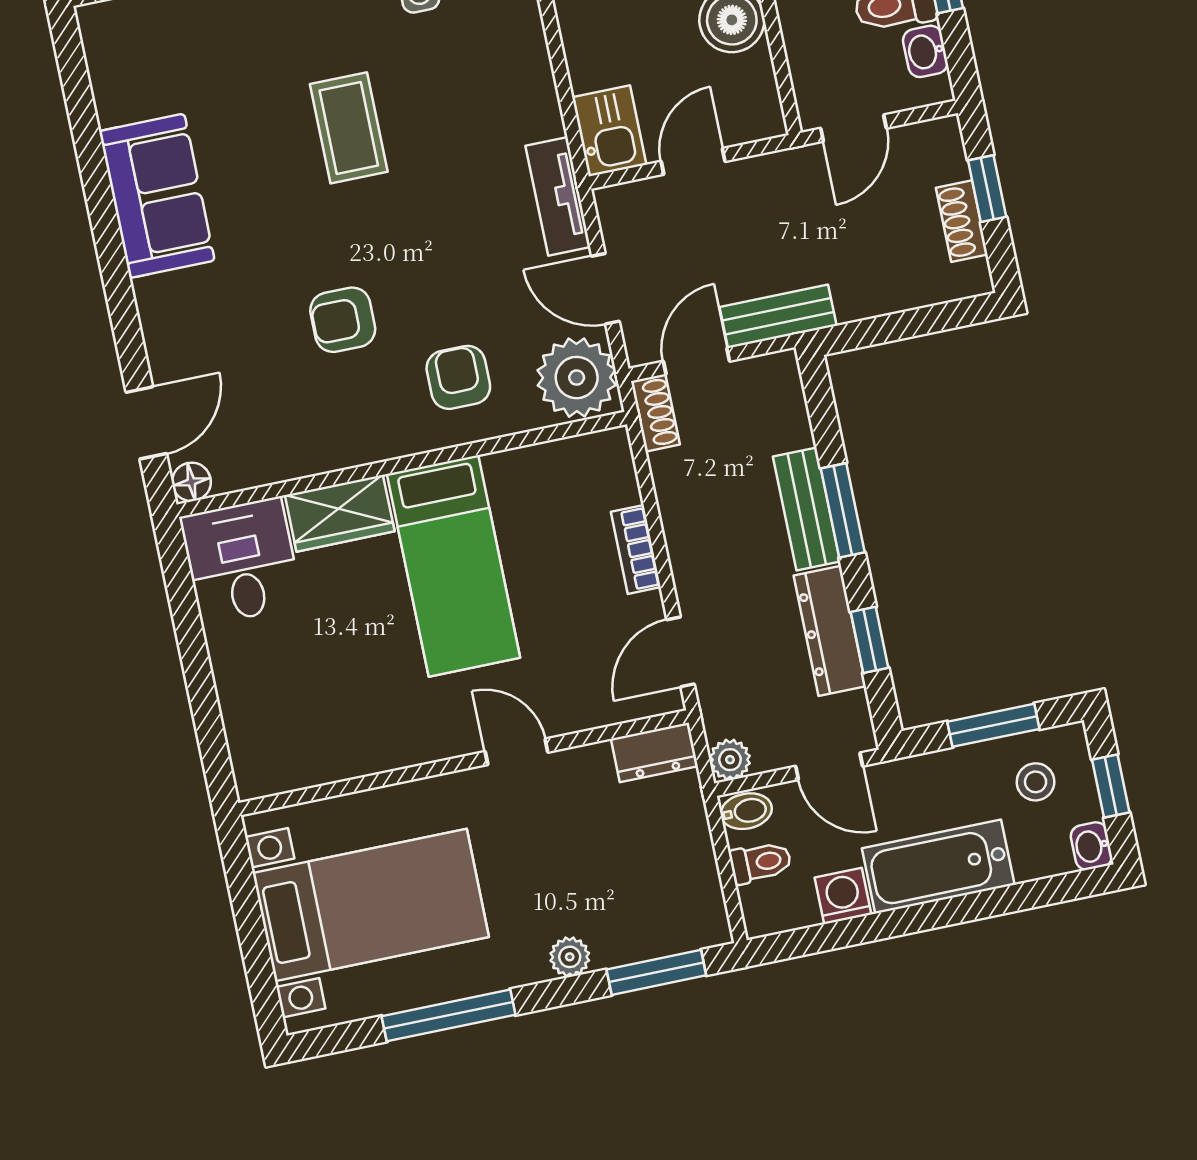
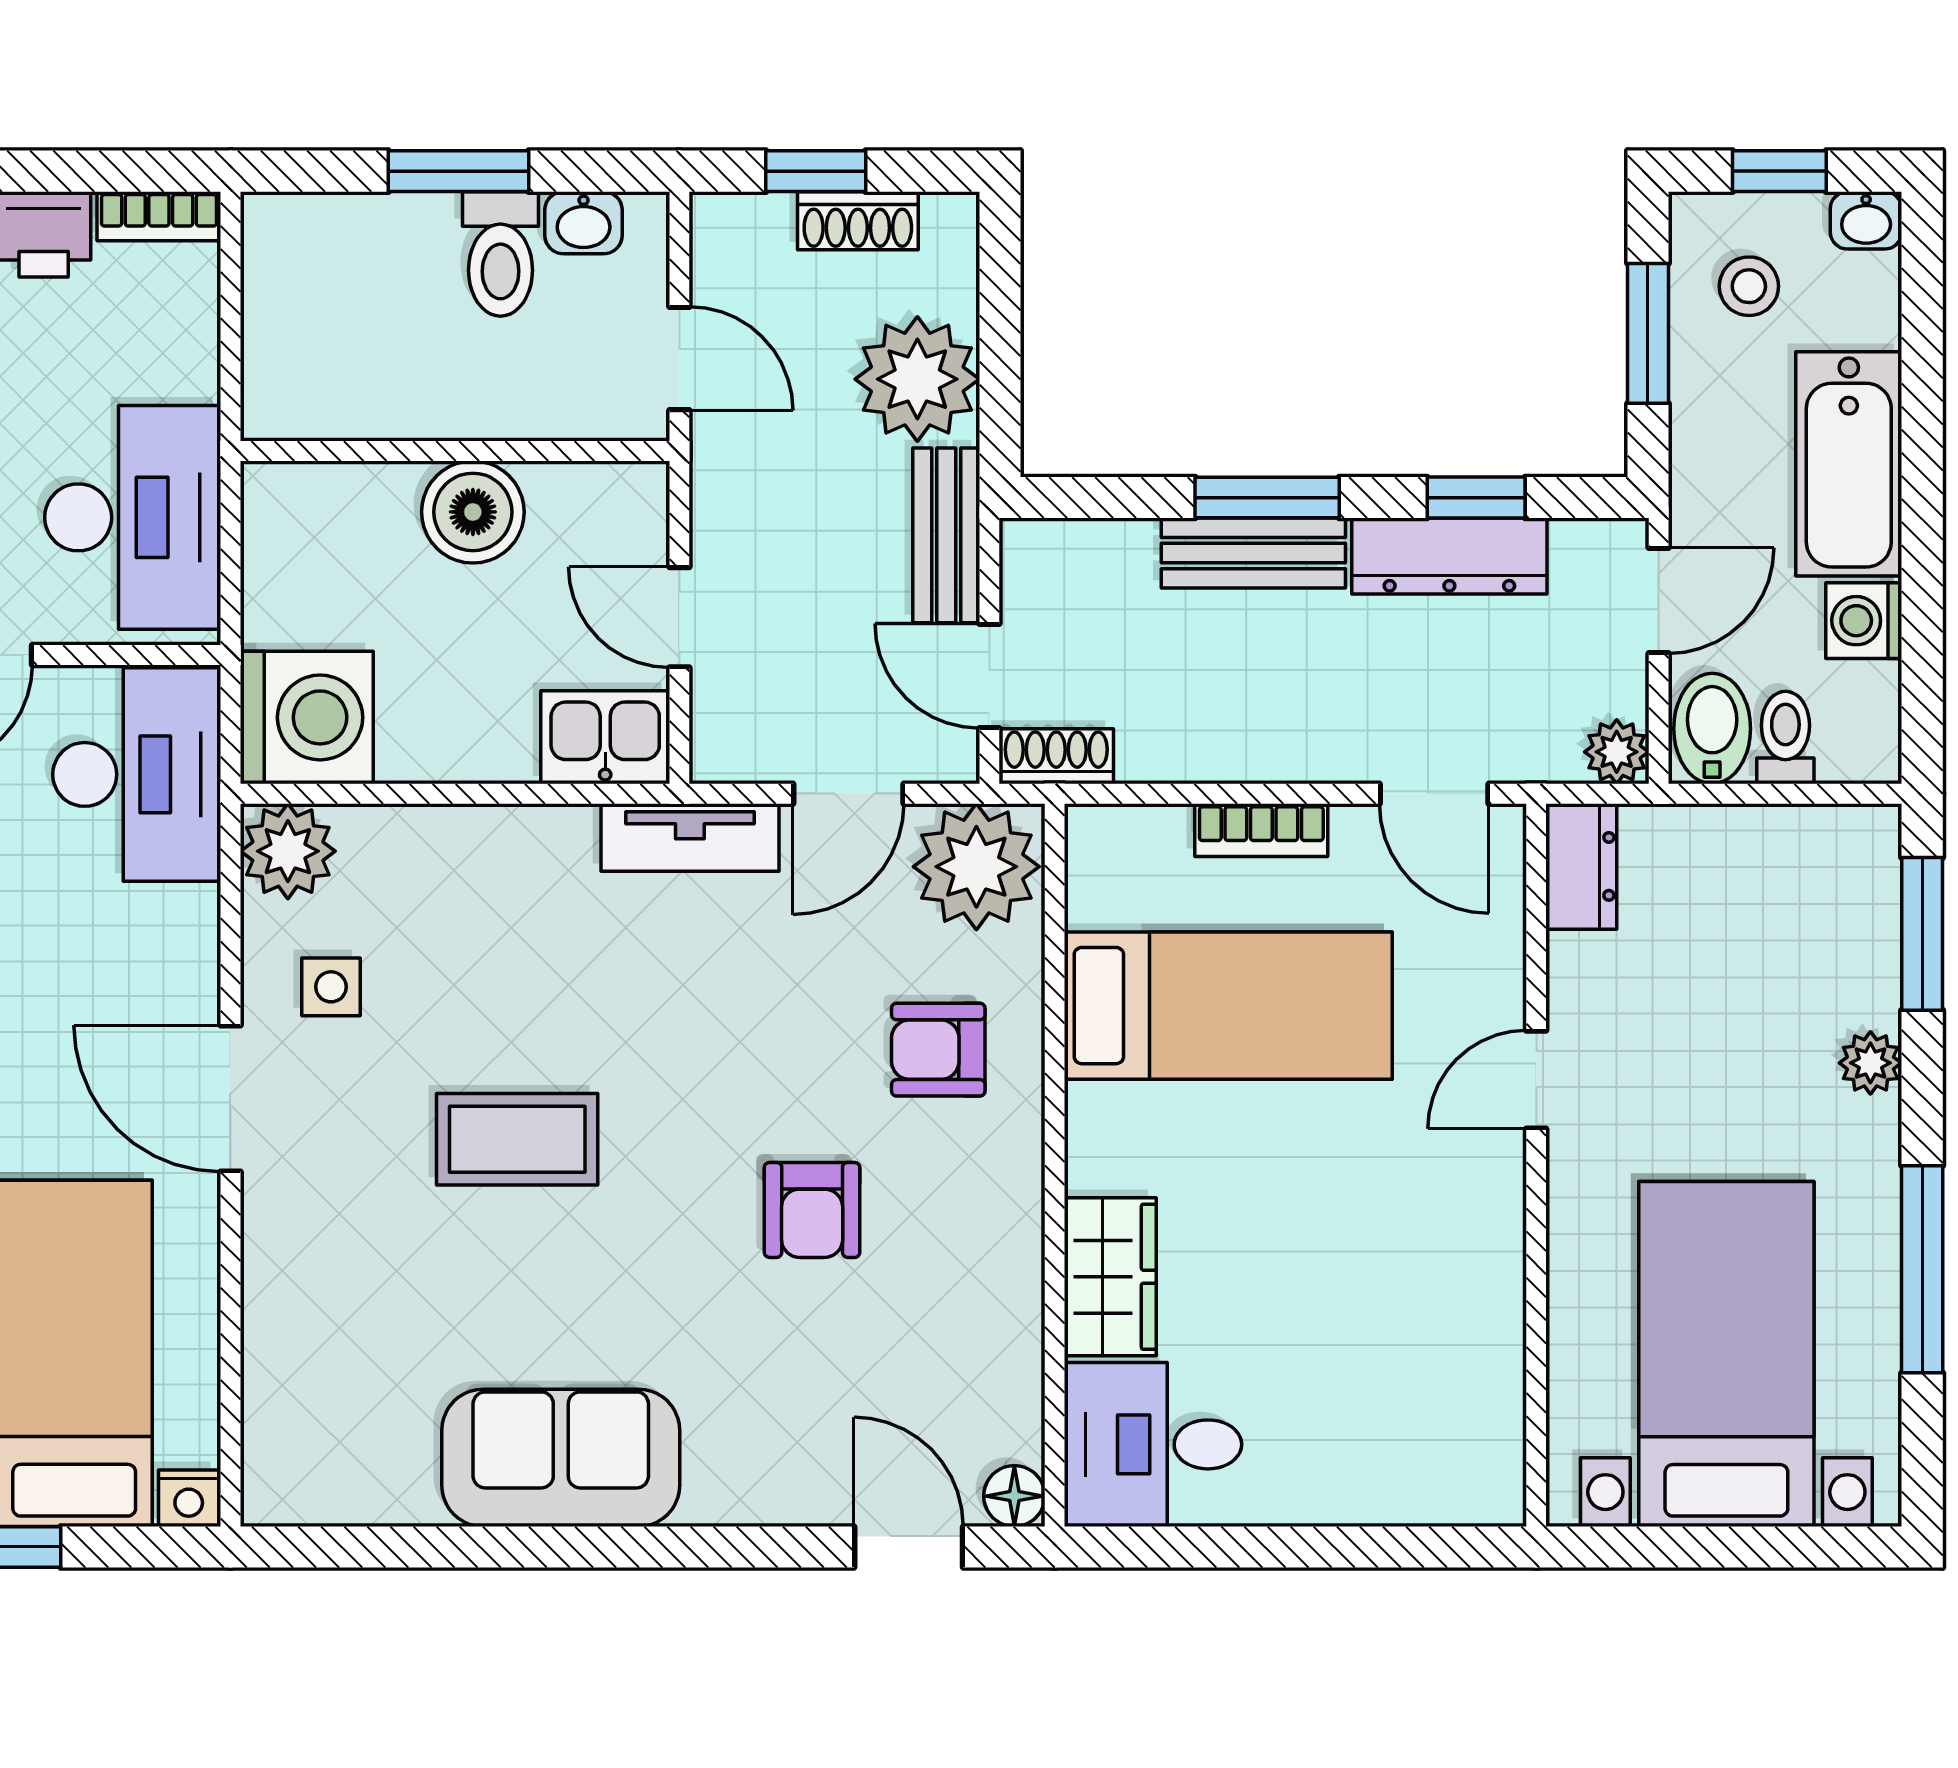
plant: (871, 278) -> (917, 379), added
bed: (453, 566) -> (1228, 1006), moved
bidet: (746, 811) -> (1712, 729), width x1.38, depth x1.36

